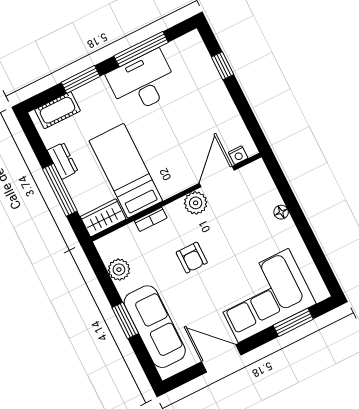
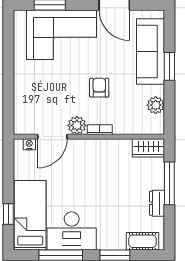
bed: (126, 171) -> (30, 215), moved, turned 180
floor lamp: (281, 212) -> (19, 88), removed
bookcase: (151, 219) -> (100, 130), moved

